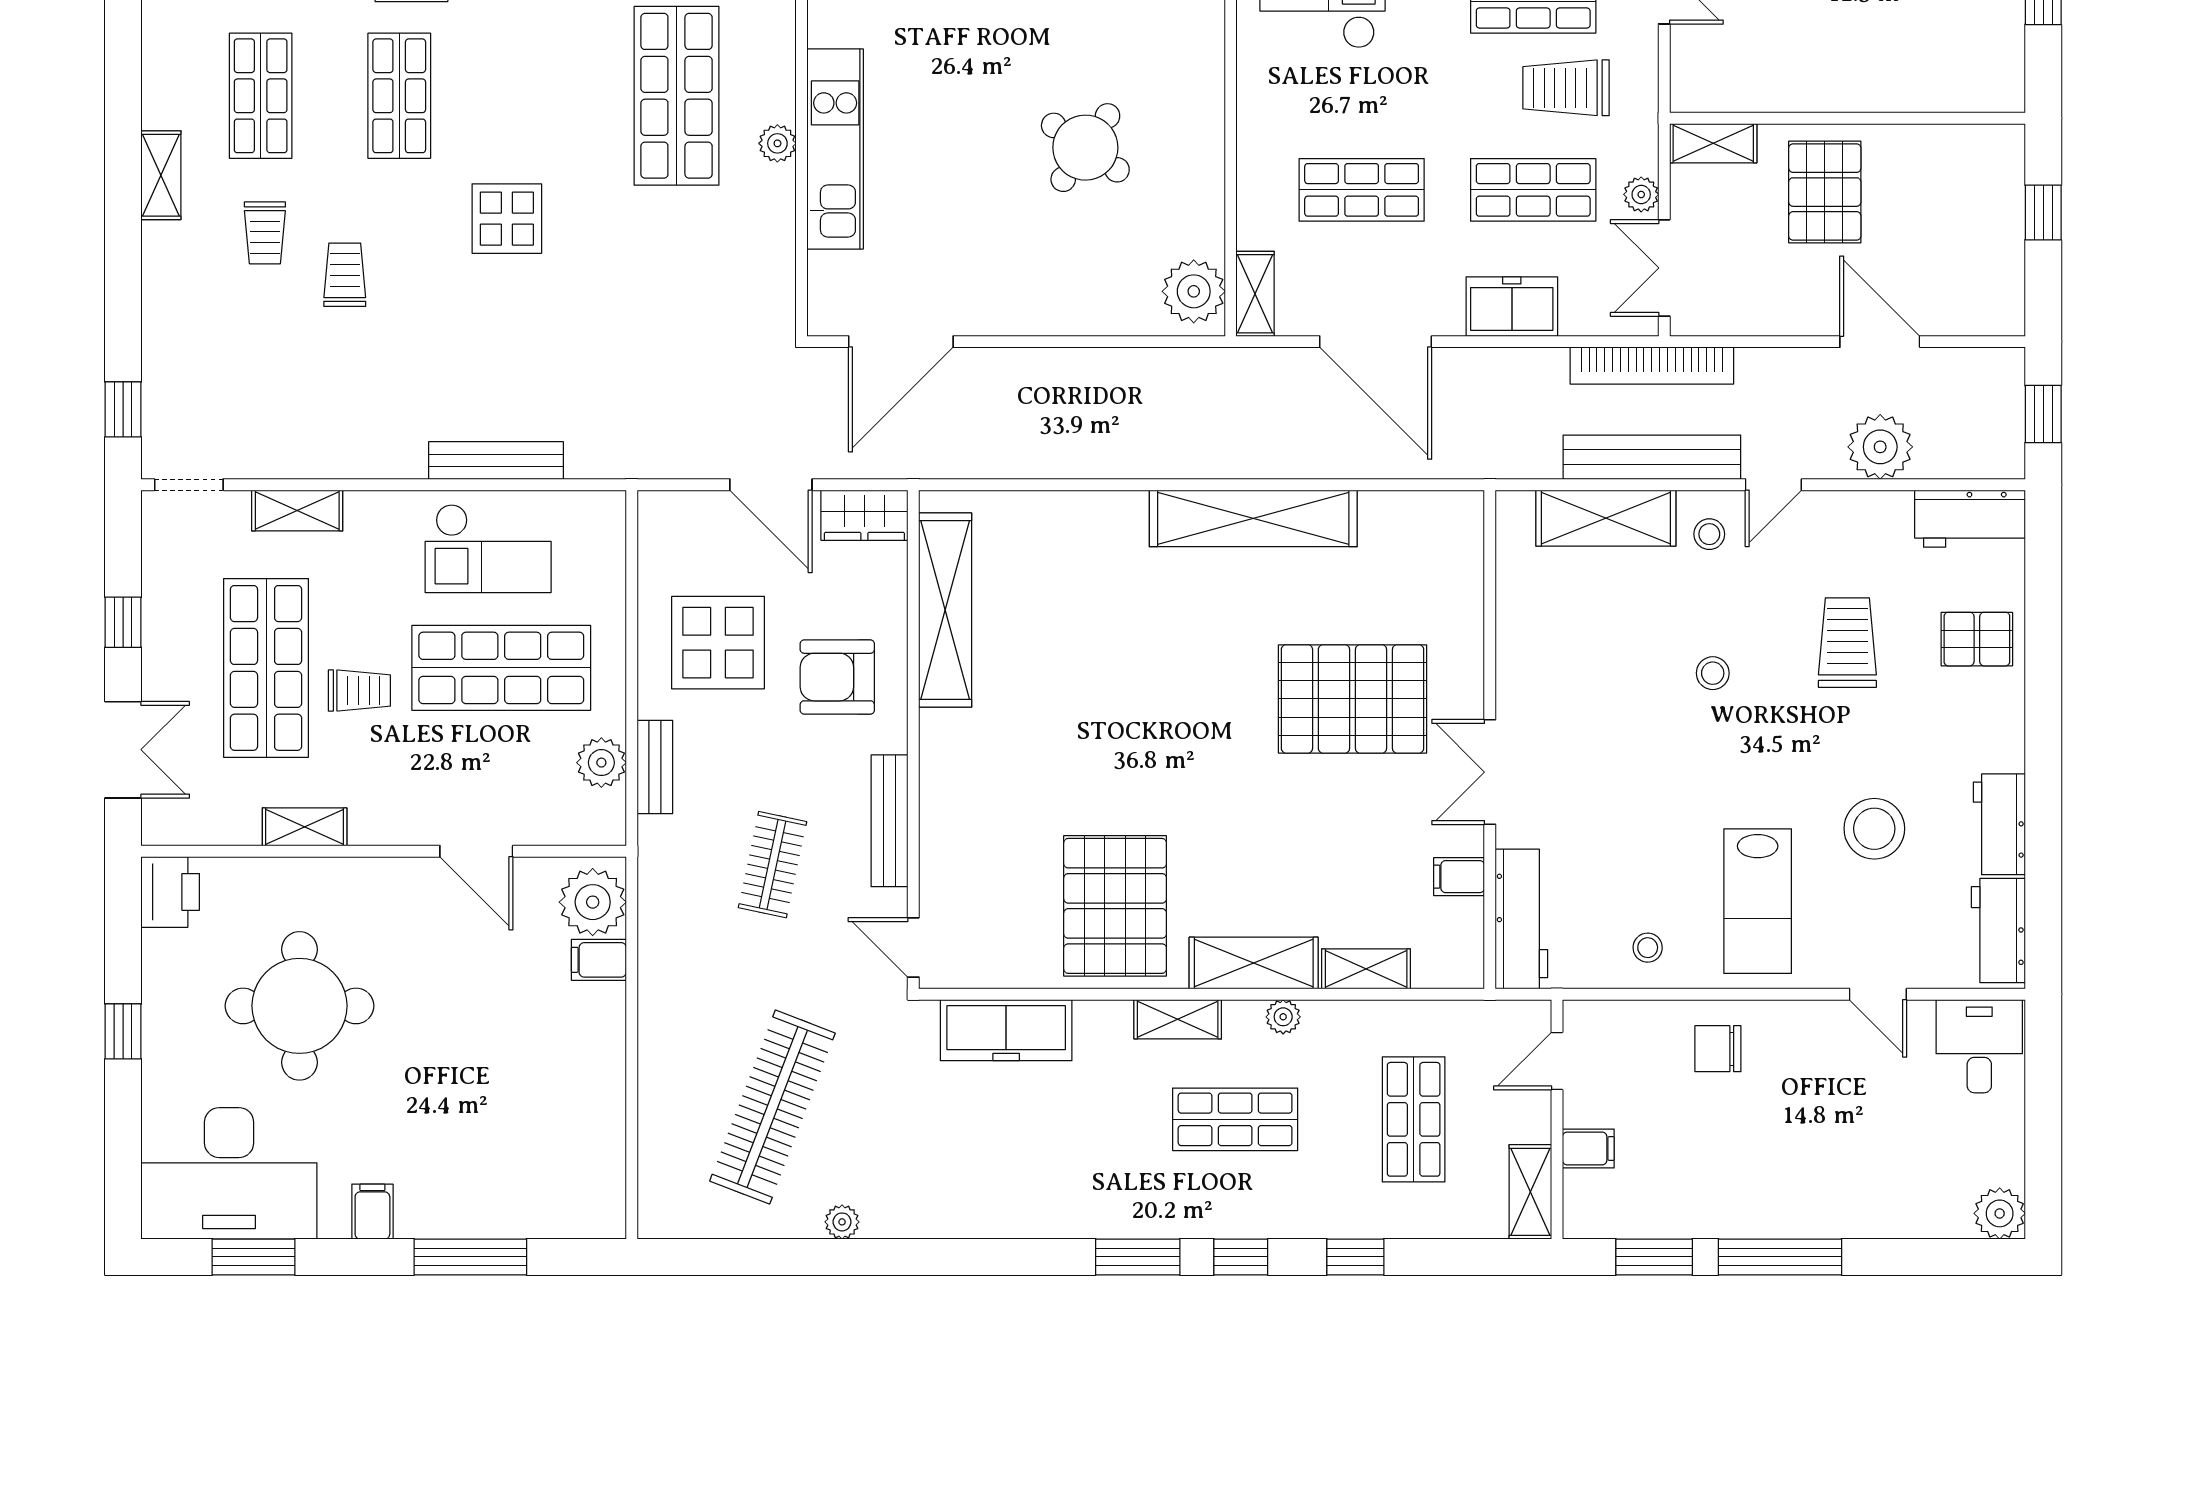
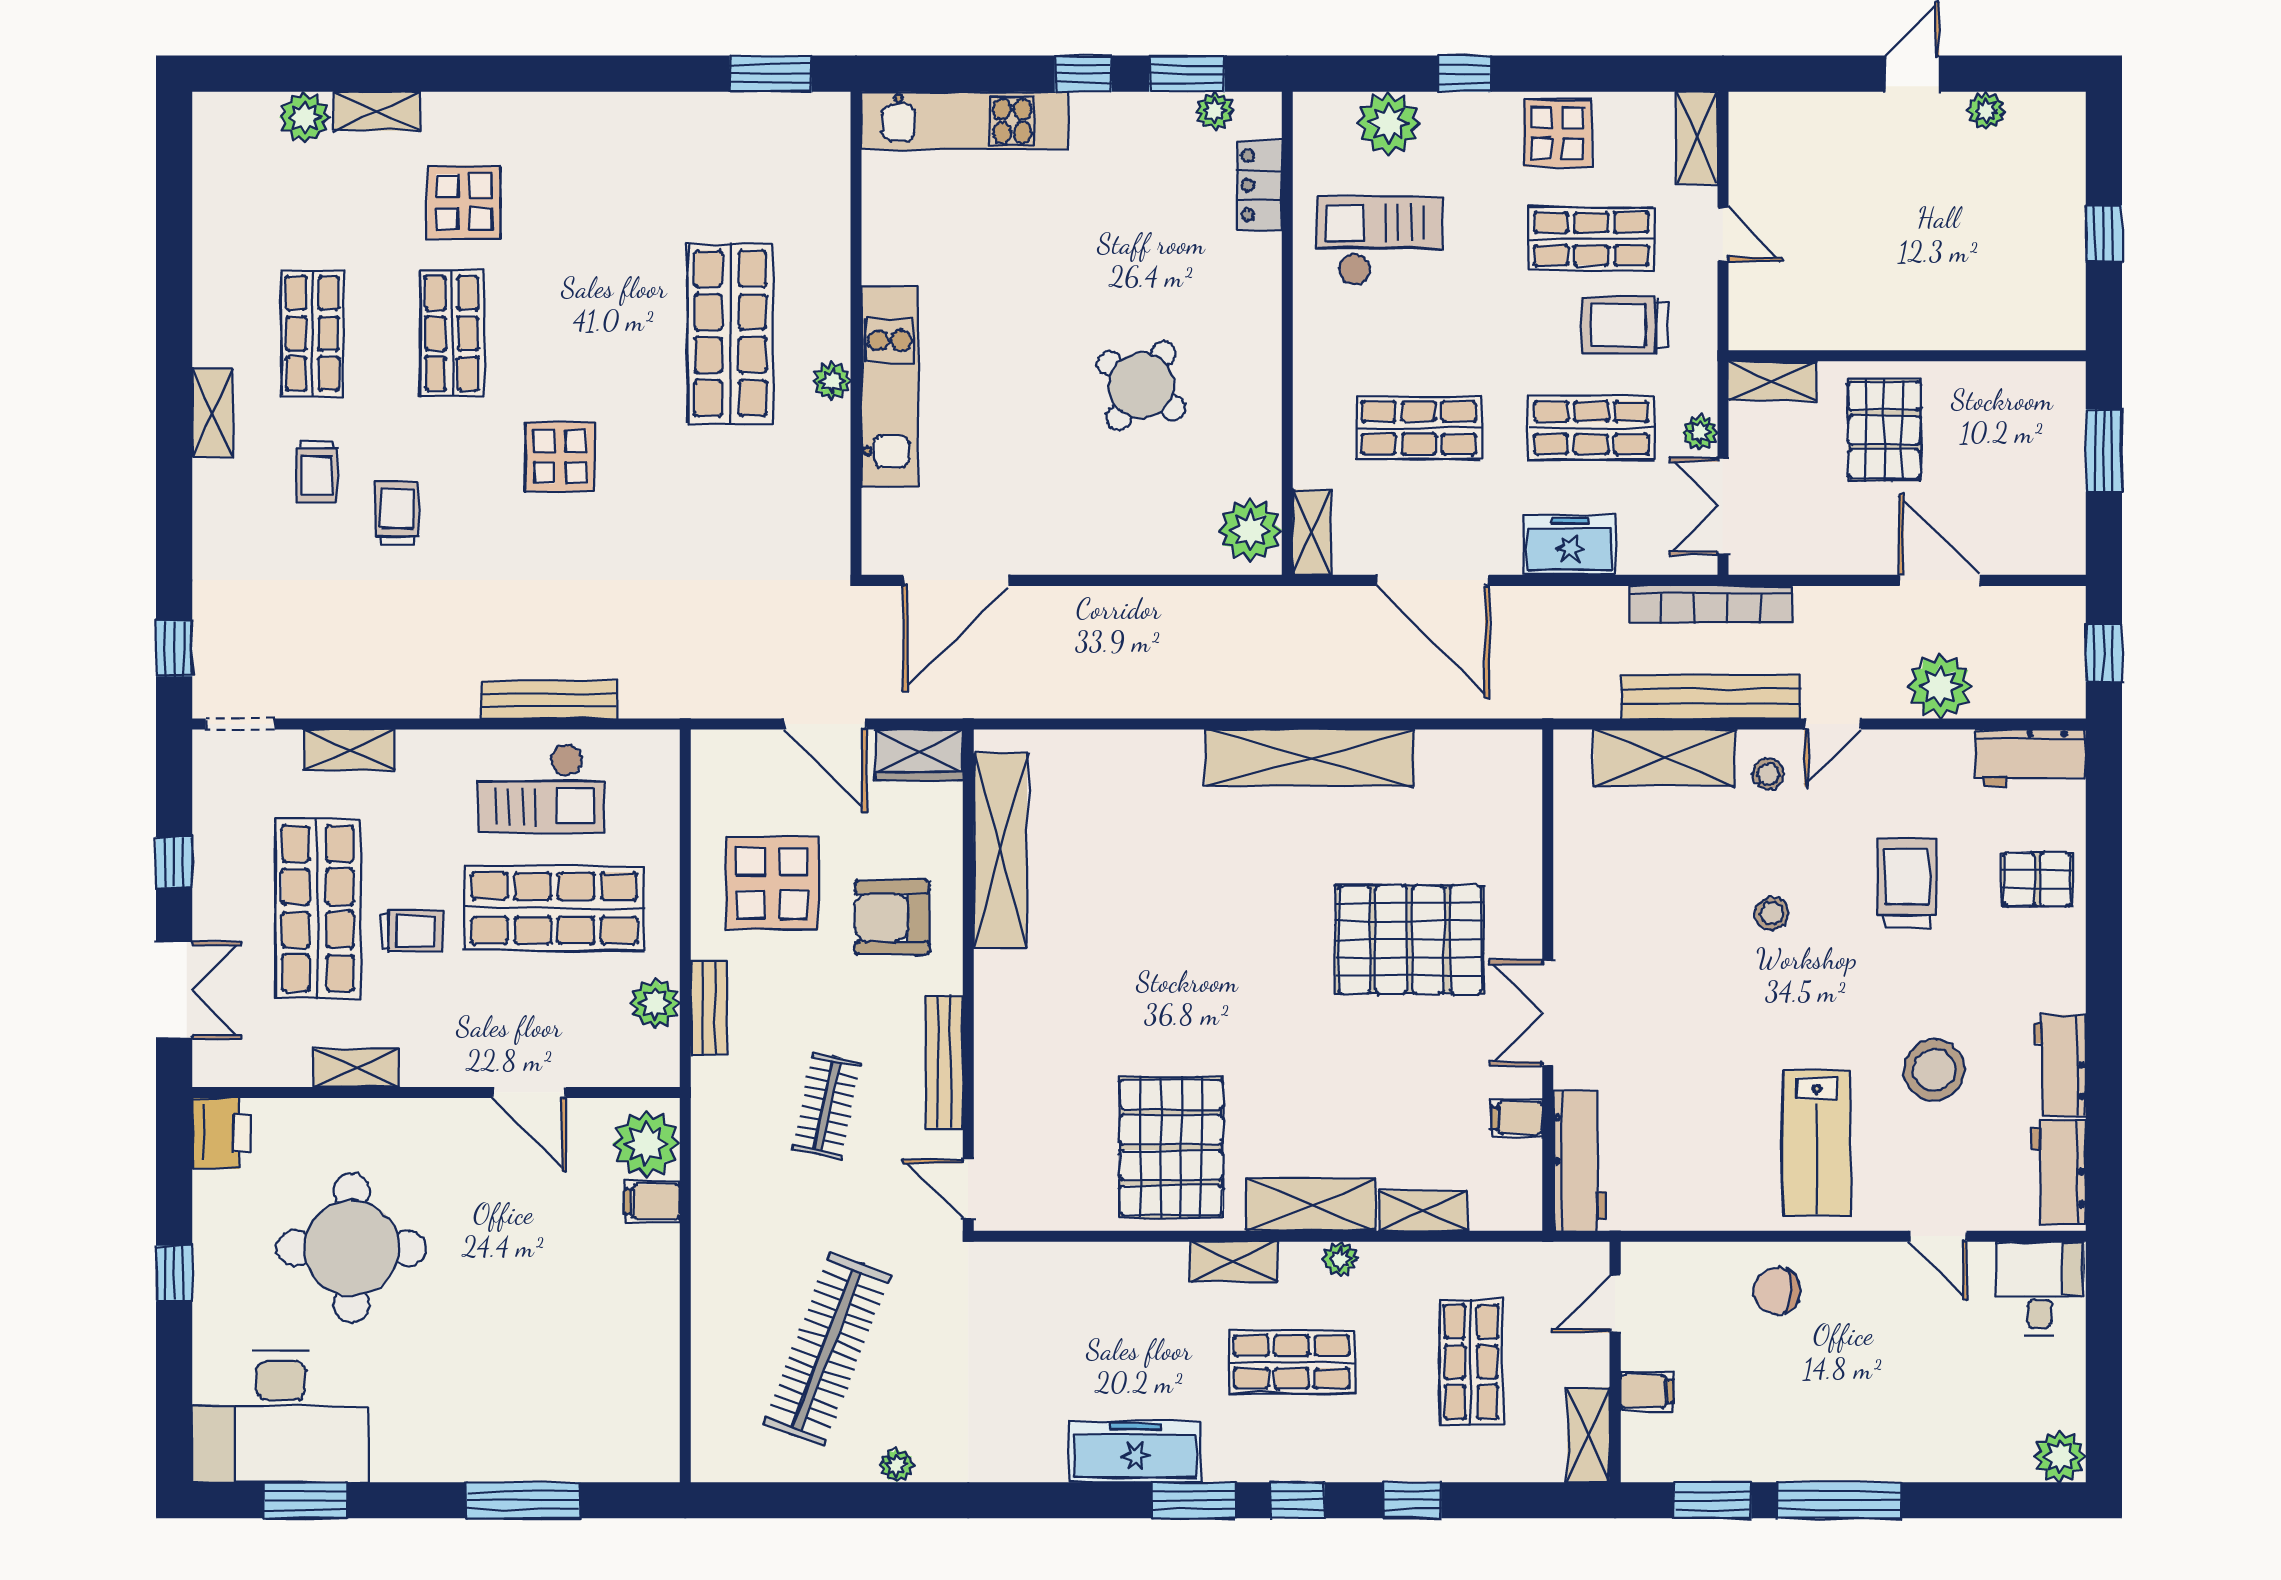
window: (2043, 212) -> (2104, 450), width x1.50
stool: (1648, 948) -> (1706, 1189), removed
freezer: (1006, 1030) -> (1135, 1452), moved, turned 180
filing cabinet: (372, 1212) -> (425, 1455), removed

